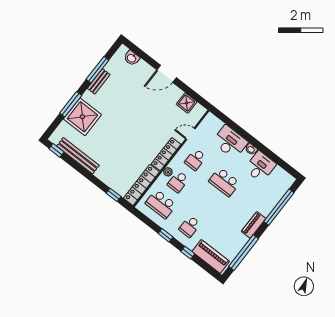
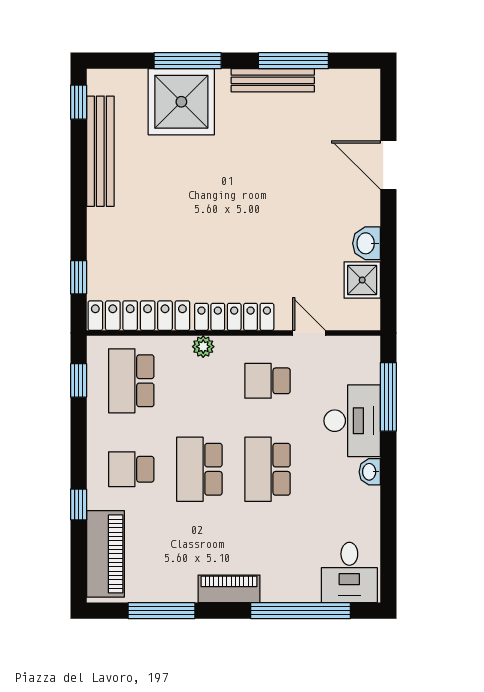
washbasin: (132, 58) -> (366, 243), moved
door: (167, 74) -> (388, 165), moved
bench: (99, 81) -> (273, 80), width x1.36
window: (231, 124) -> (388, 397), added
desk: (260, 167) -> (349, 573), moved, turned 90
school desk: (178, 182) -> (199, 469), moved, width x1.85
window: (166, 235) -> (79, 380), moved
window: (244, 253) -> (162, 611), width x0.68

